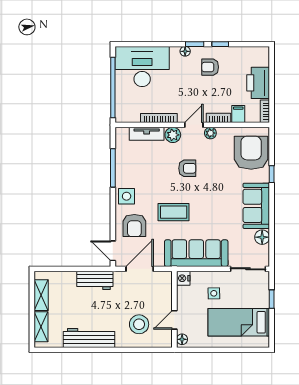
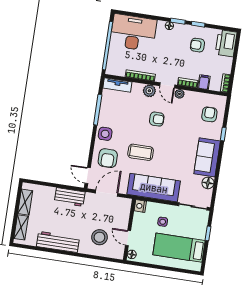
armchair: (210, 67) -> (197, 45), moved
printer: (258, 83) -> (226, 43), moved
door: (194, 125) -> (167, 85), swing flipped
tv unit: (147, 134) -> (117, 85), moved
armchair: (251, 153) -> (209, 114), width x0.53, depth x0.53
door: (174, 320) -> (128, 238), hinge flipped

